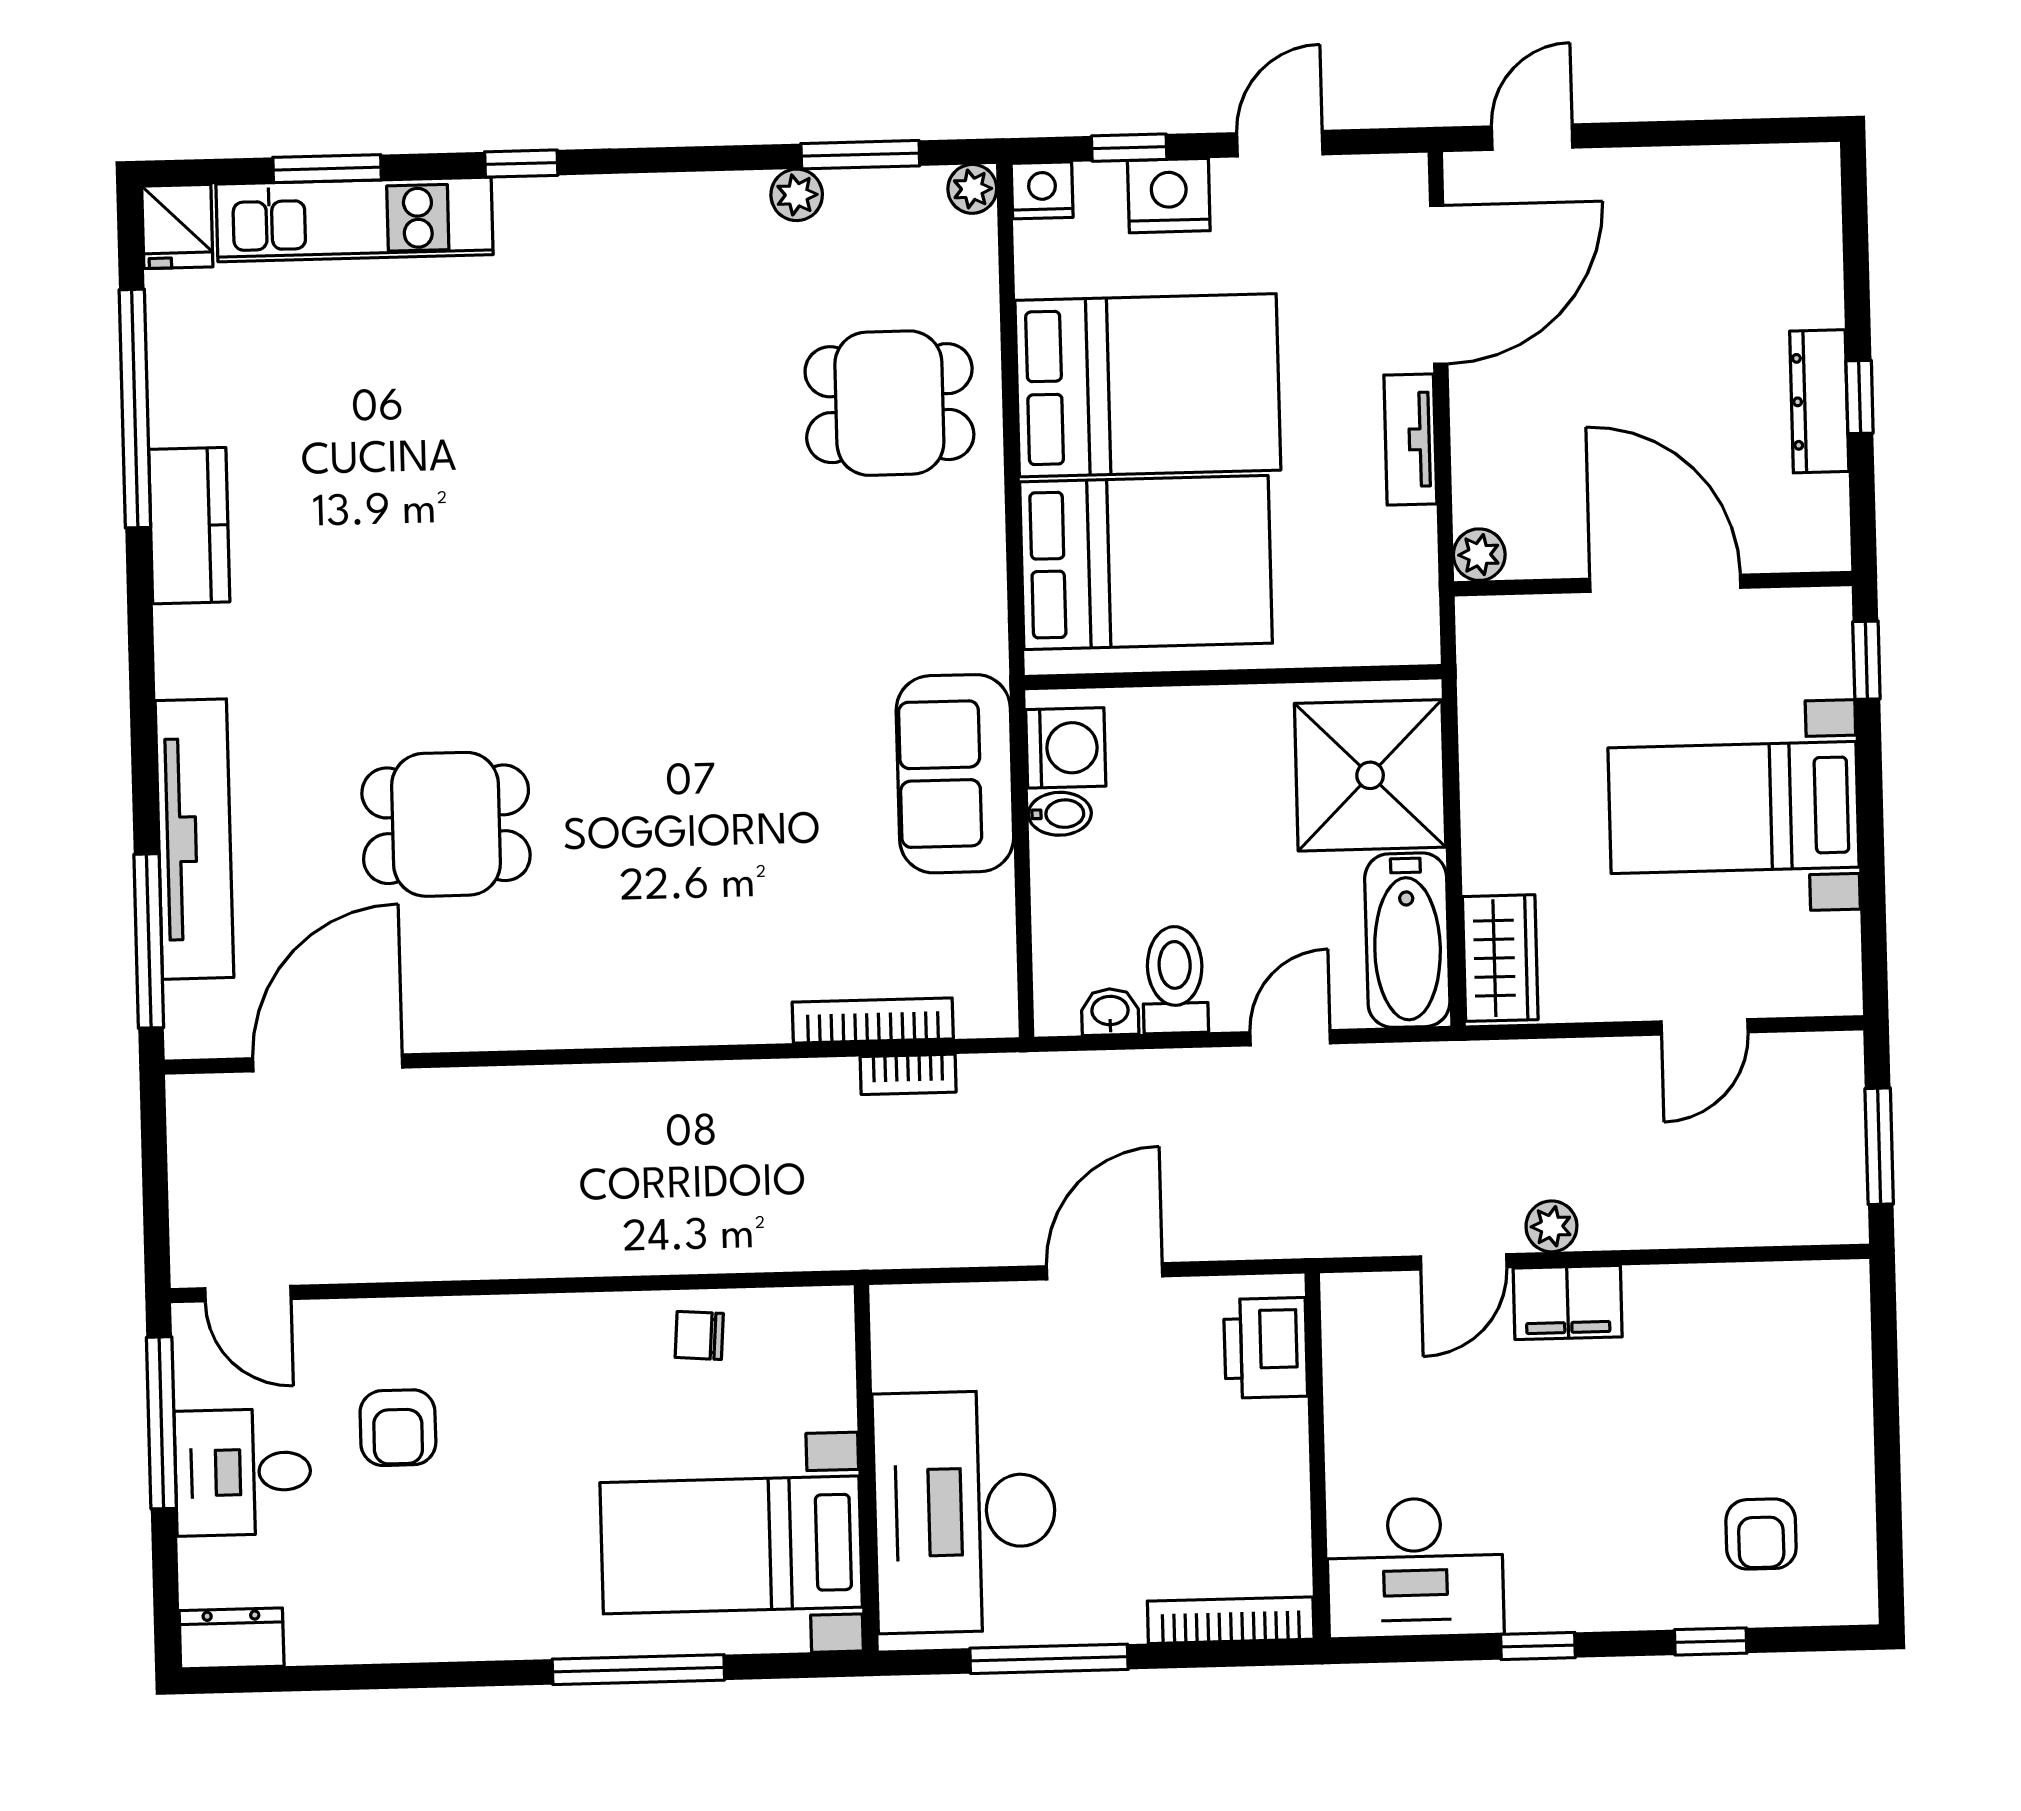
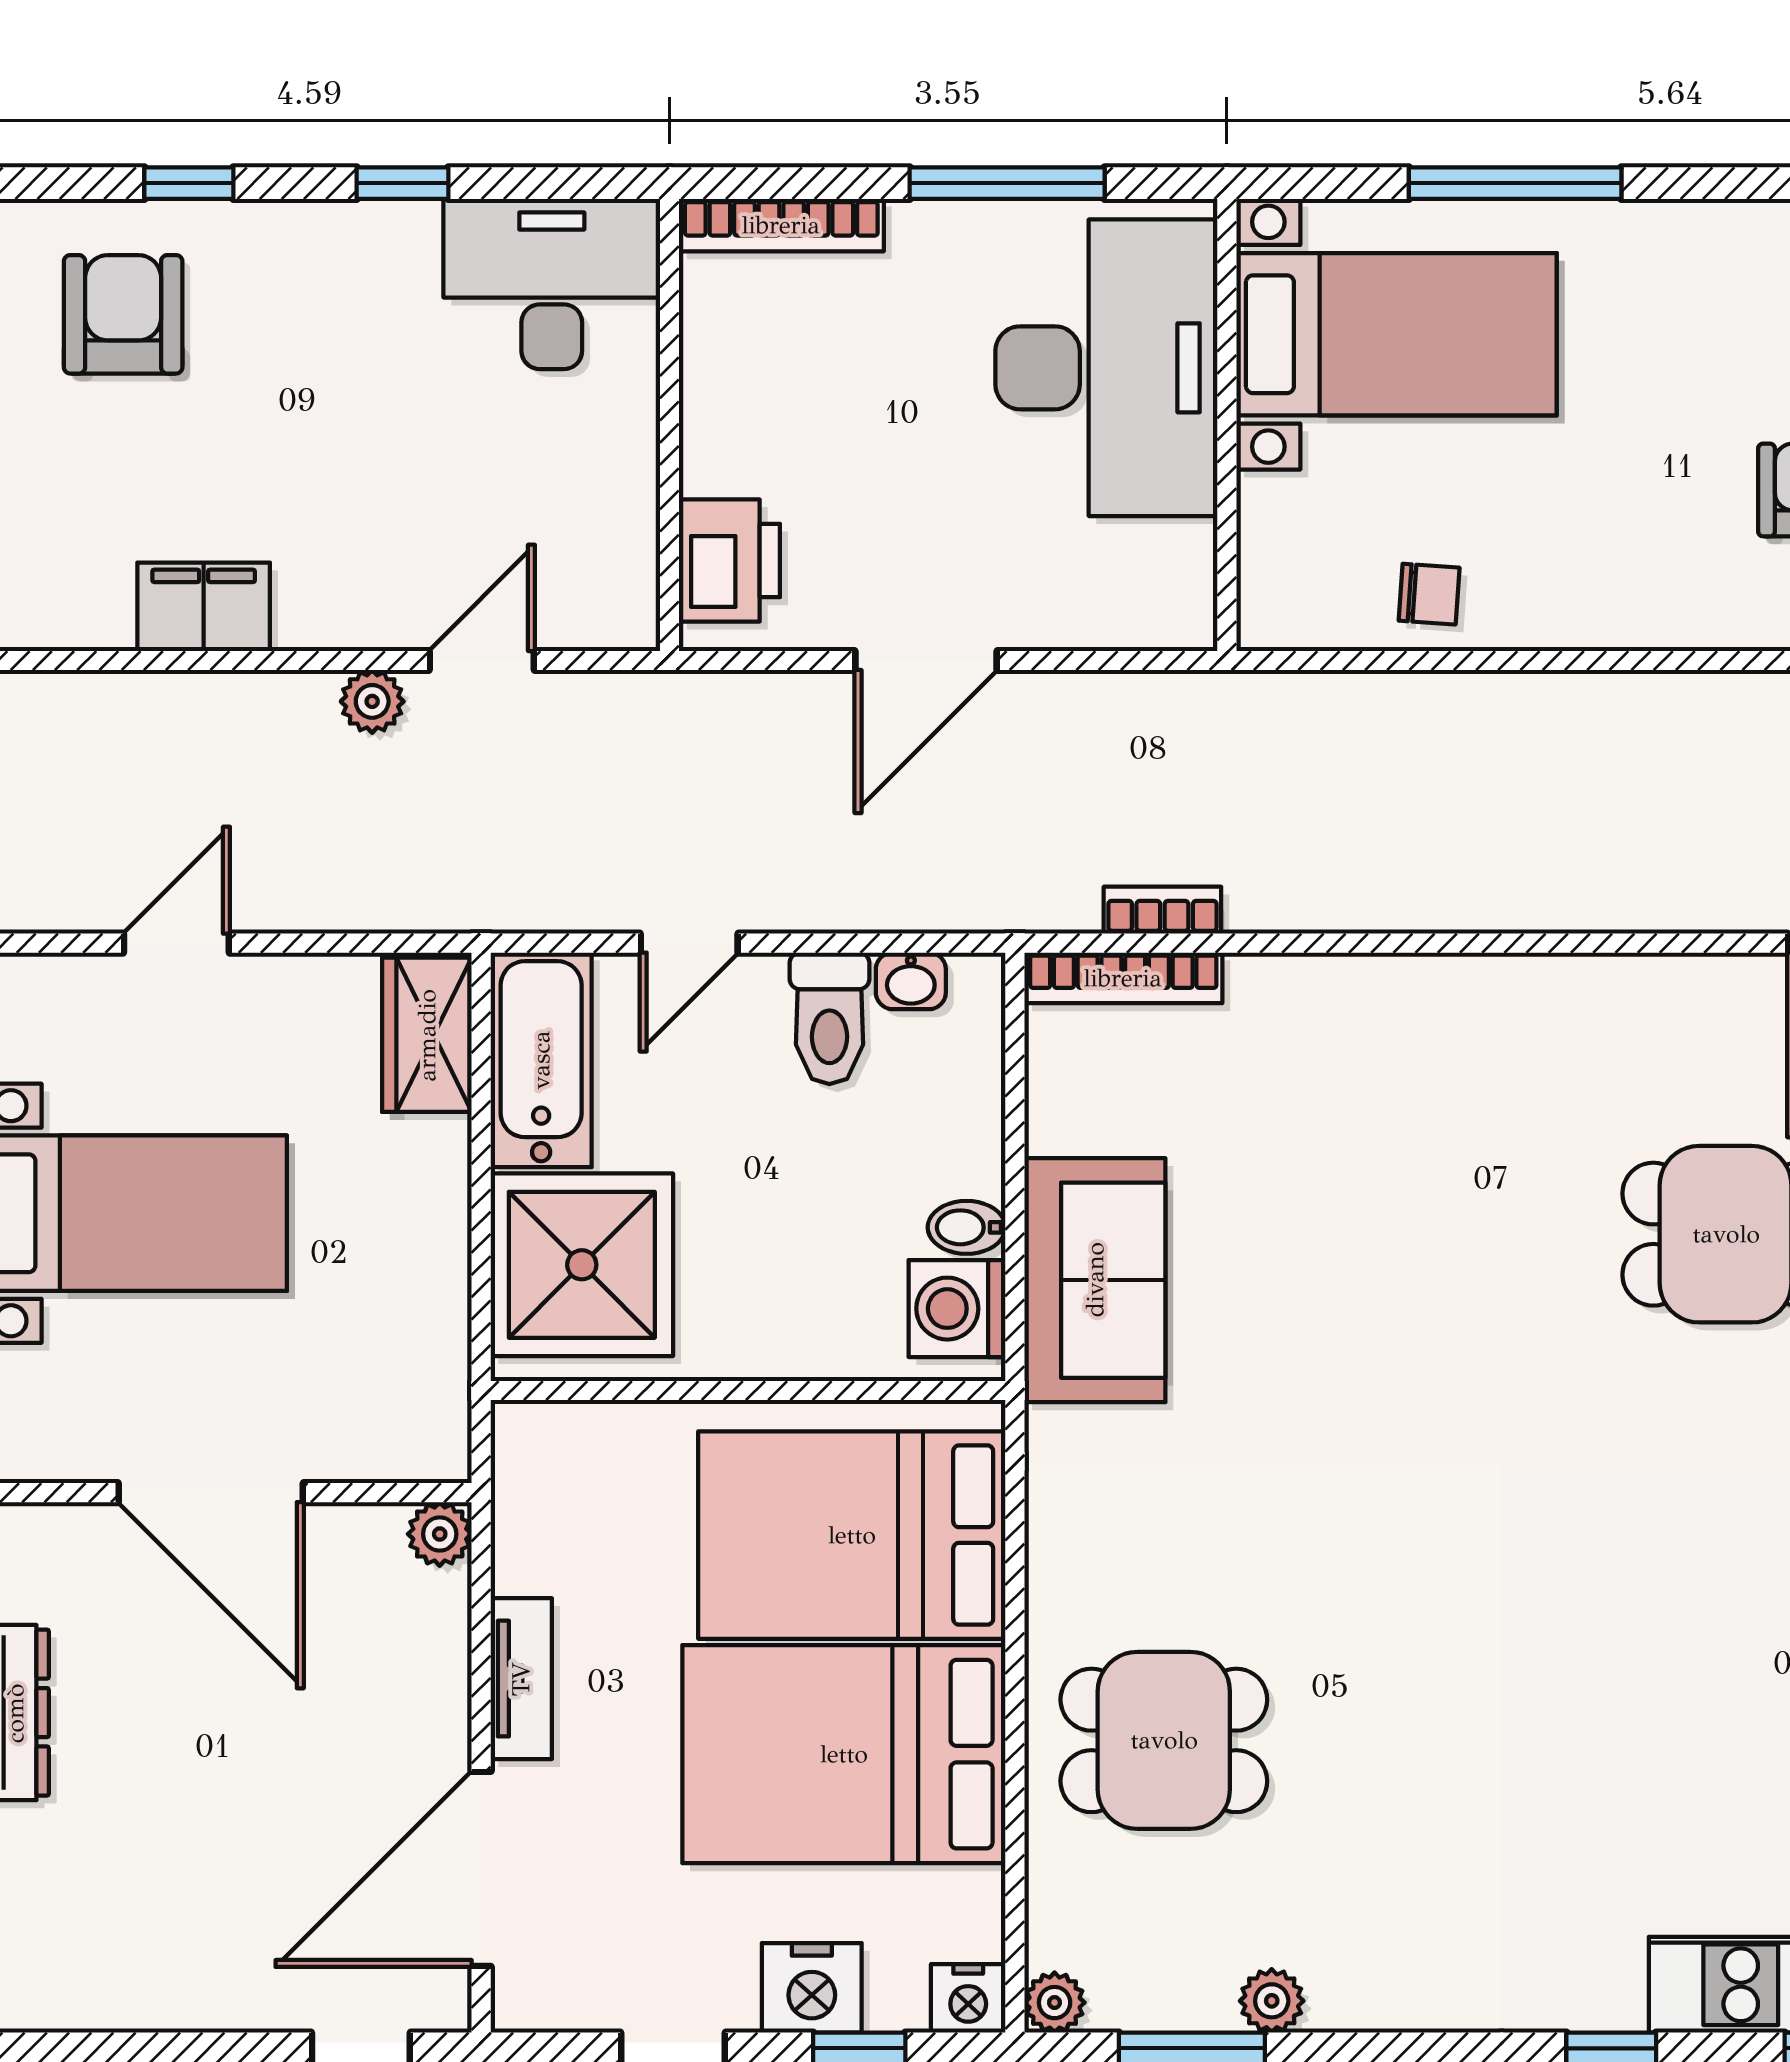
bookcase: (873, 1020) -> (1123, 978), moved
filing cabinet: (1568, 1302) -> (204, 607), moved
armchair: (1761, 1534) -> (123, 314), width x1.38, depth x1.38

